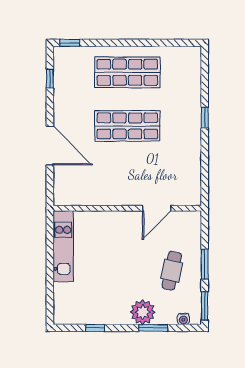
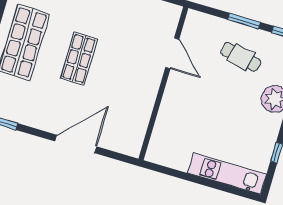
shop shelf: (127, 126) -> (79, 59), width x0.70, depth x0.74
kitchen unit: (63, 246) -> (227, 174), moved

